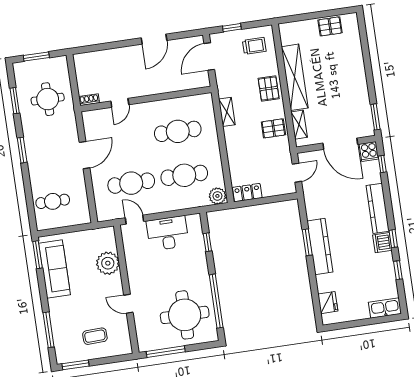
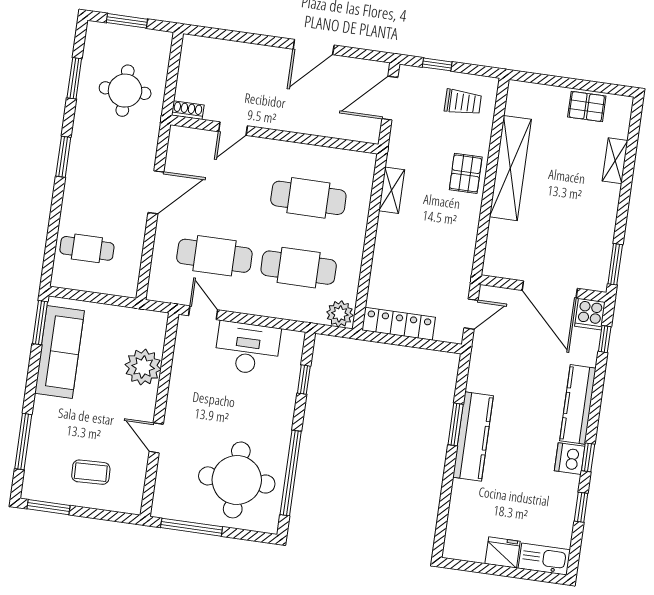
shelving: (299, 125) -> (615, 161), moved
pallet: (273, 128) -> (455, 236), removed
locker: (247, 193) -> (399, 324), width x1.53
fridge: (328, 303) -> (503, 552), moved, turned -90

